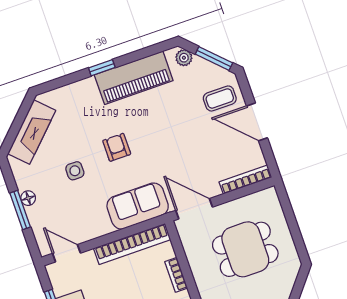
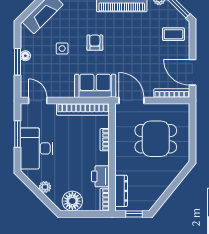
door: (257, 122) -> (192, 72), moved

